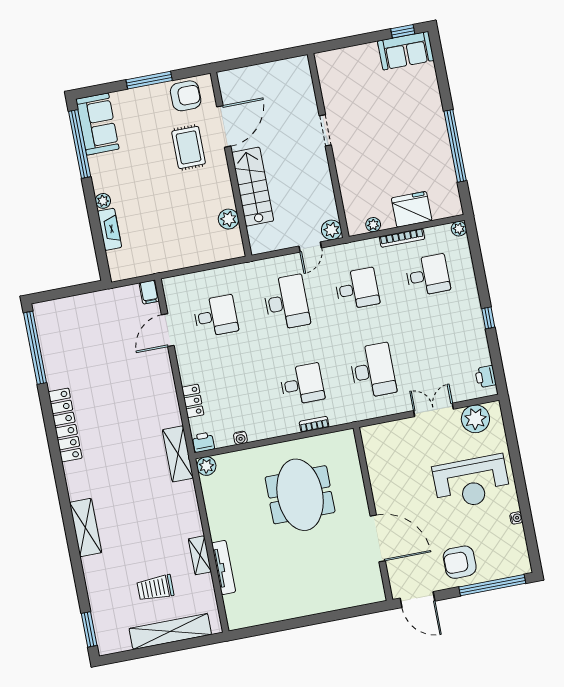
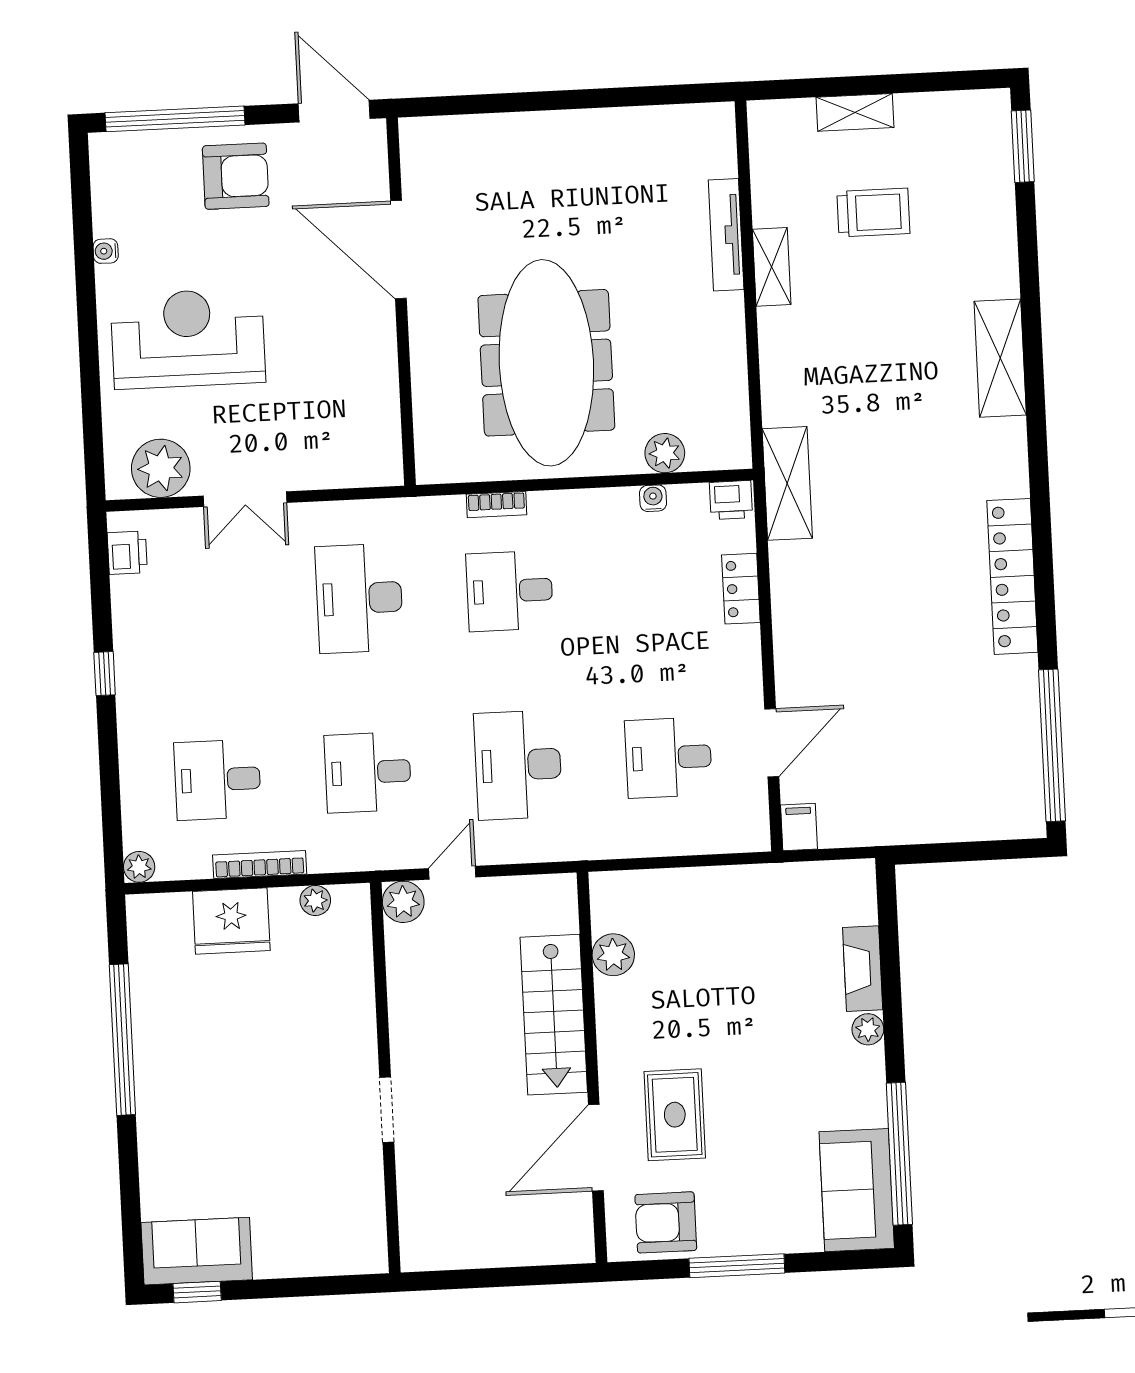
plant: (206, 466) -> (665, 453), moved
meeting table: (300, 495) -> (546, 363), width x1.36
shelving: (170, 631) -> (855, 112), width x0.45, depth x0.75

